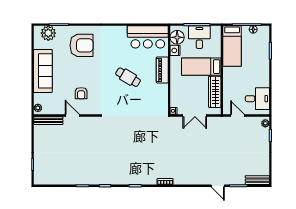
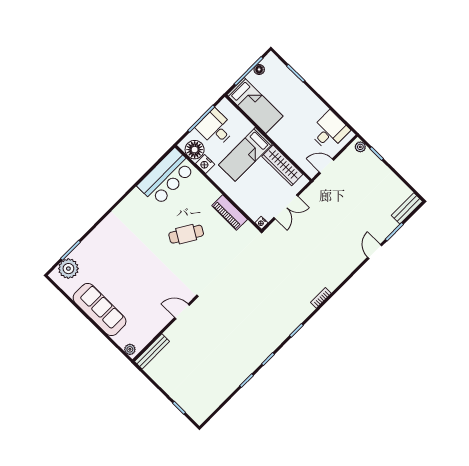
armchair: (82, 45) -> (112, 248), removed
piano: (162, 70) -> (230, 212), moved
armchair: (81, 93) -> (157, 294), removed
door: (72, 115) -> (182, 311), moved
door: (218, 186) -> (375, 252), swing flipped

